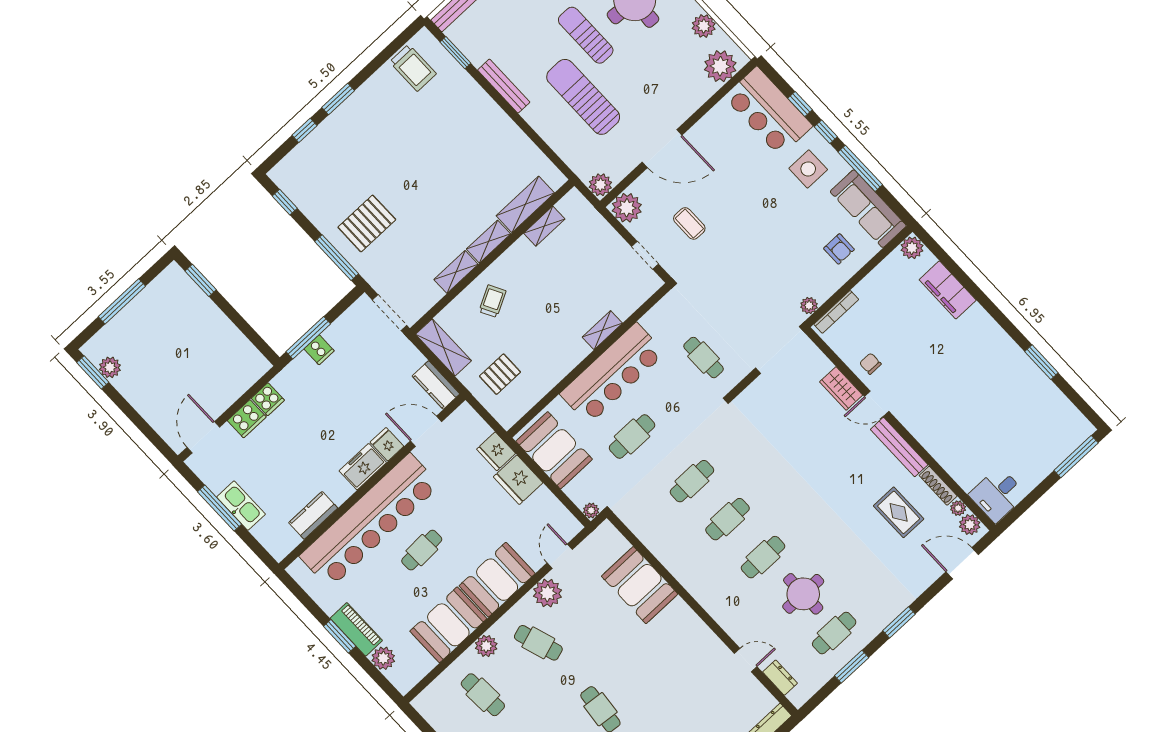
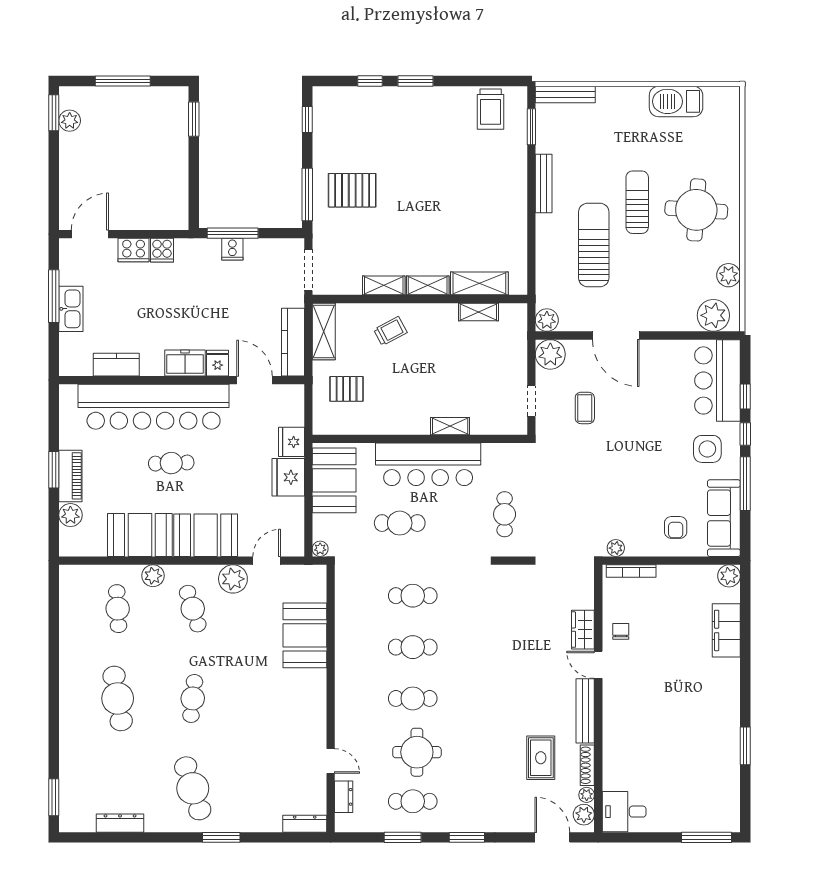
kitchen counter: (436, 385) -> (293, 342), width x1.50

